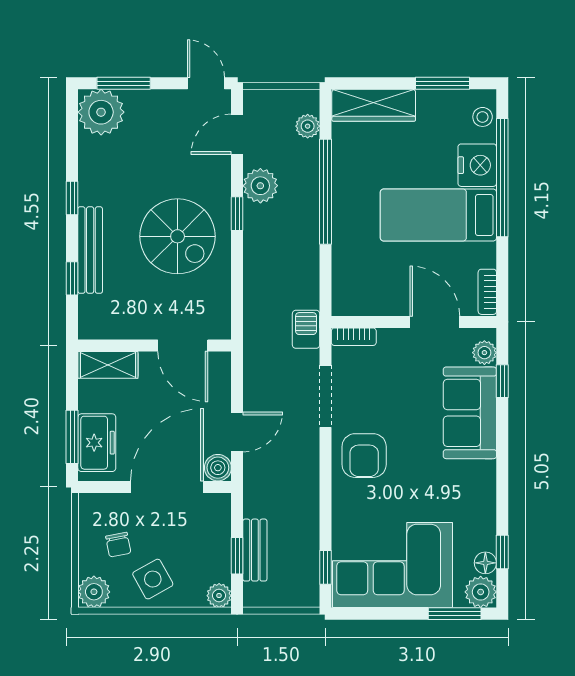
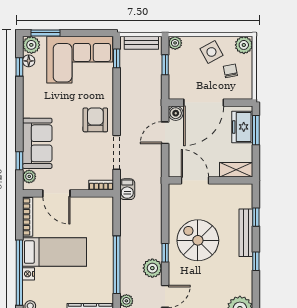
nightstand: (477, 165) -> (28, 274), width x0.53, depth x0.56
bookcase: (487, 292) -> (28, 217), width x1.56
bench: (255, 550) -> (141, 43), moved, turned 90

